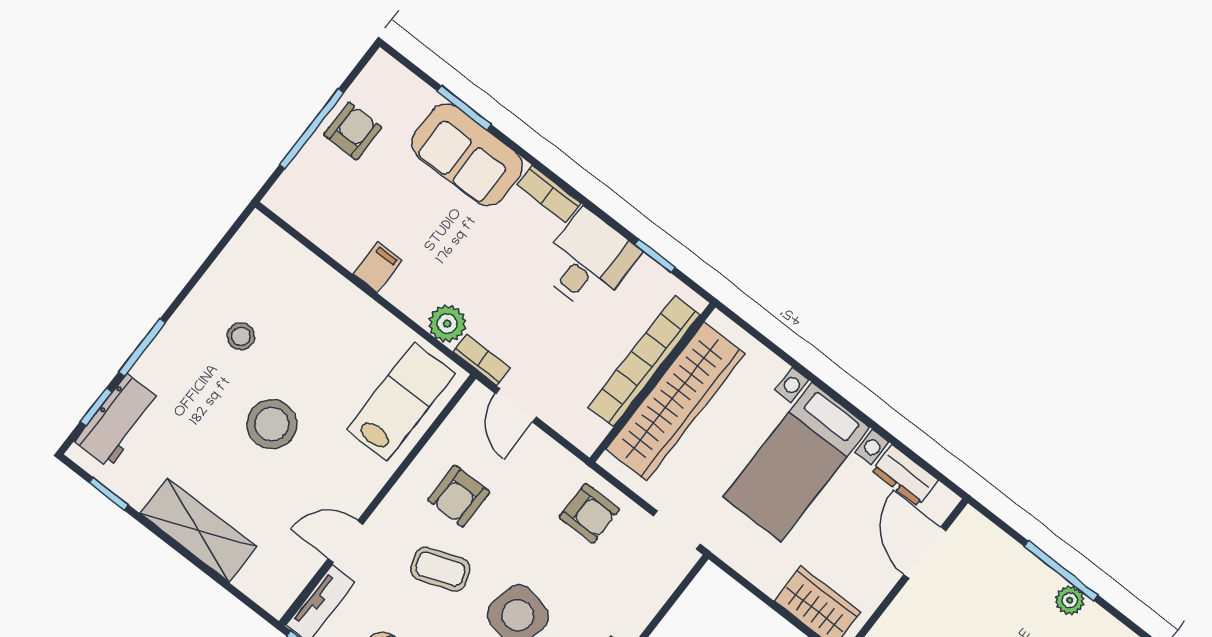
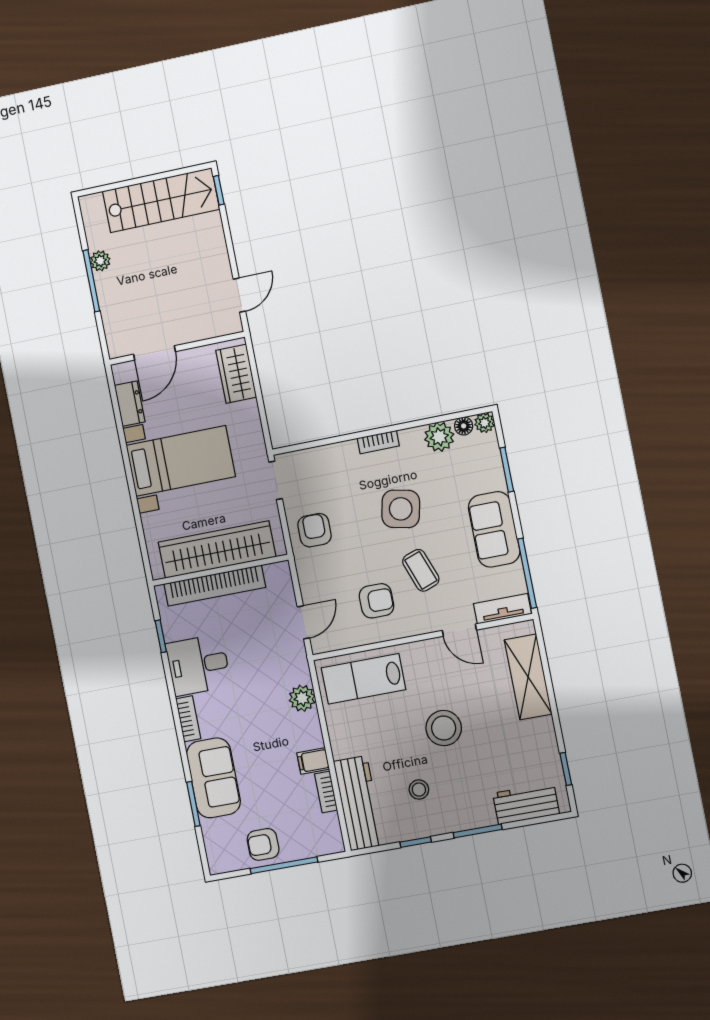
workbench: (291, 266) -> (359, 803), added
bookcase: (482, 360) -> (326, 792), moved
window: (96, 407) -> (416, 842), moved
shelving: (198, 530) -> (528, 677), moved

